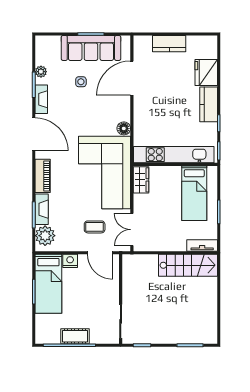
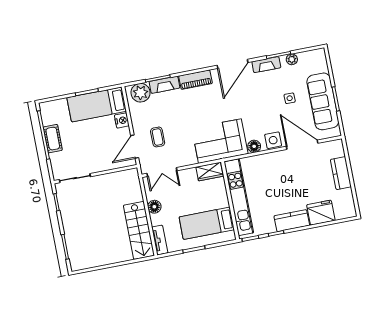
side table: (121, 107) -> (273, 140), added
corner sofa: (105, 173) -> (220, 141), width x0.73, depth x0.74
double door: (132, 230) -> (162, 172), swing flipped
floor lamp: (166, 244) -> (154, 207), added

